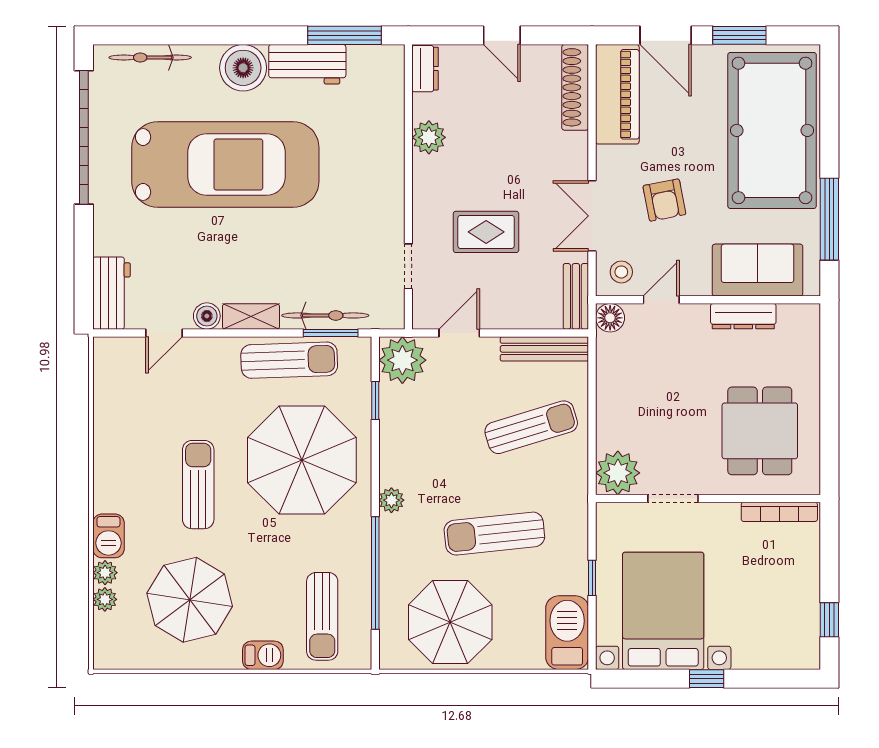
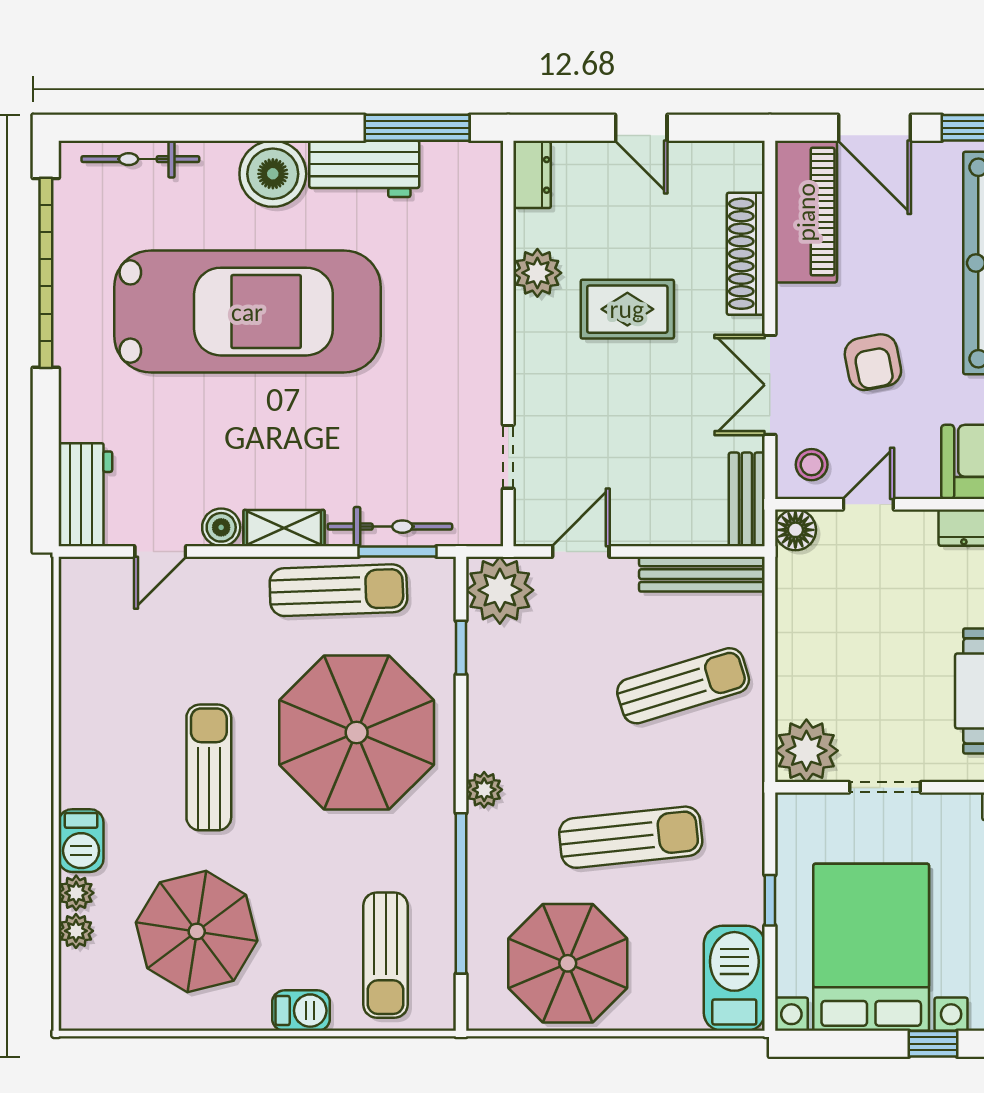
shoe rack: (575, 87) -> (746, 254), moved
rug: (486, 232) -> (627, 309), moved
sun lounger: (494, 534) -> (631, 837), turned 180

